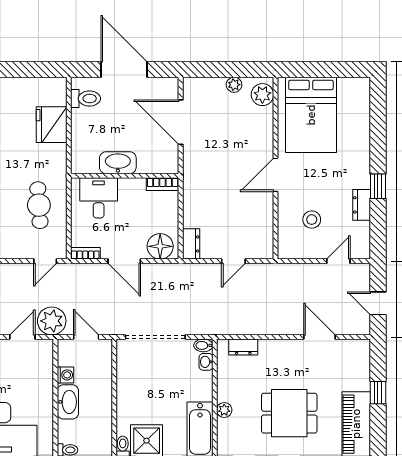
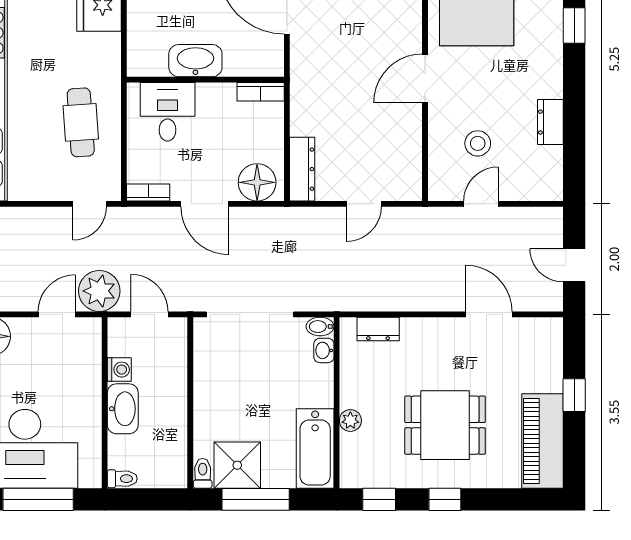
window: (378, 186) -> (574, 25), moved
dresser: (191, 244) -> (302, 169), width x1.44
door: (338, 261) -> (481, 204), moved

